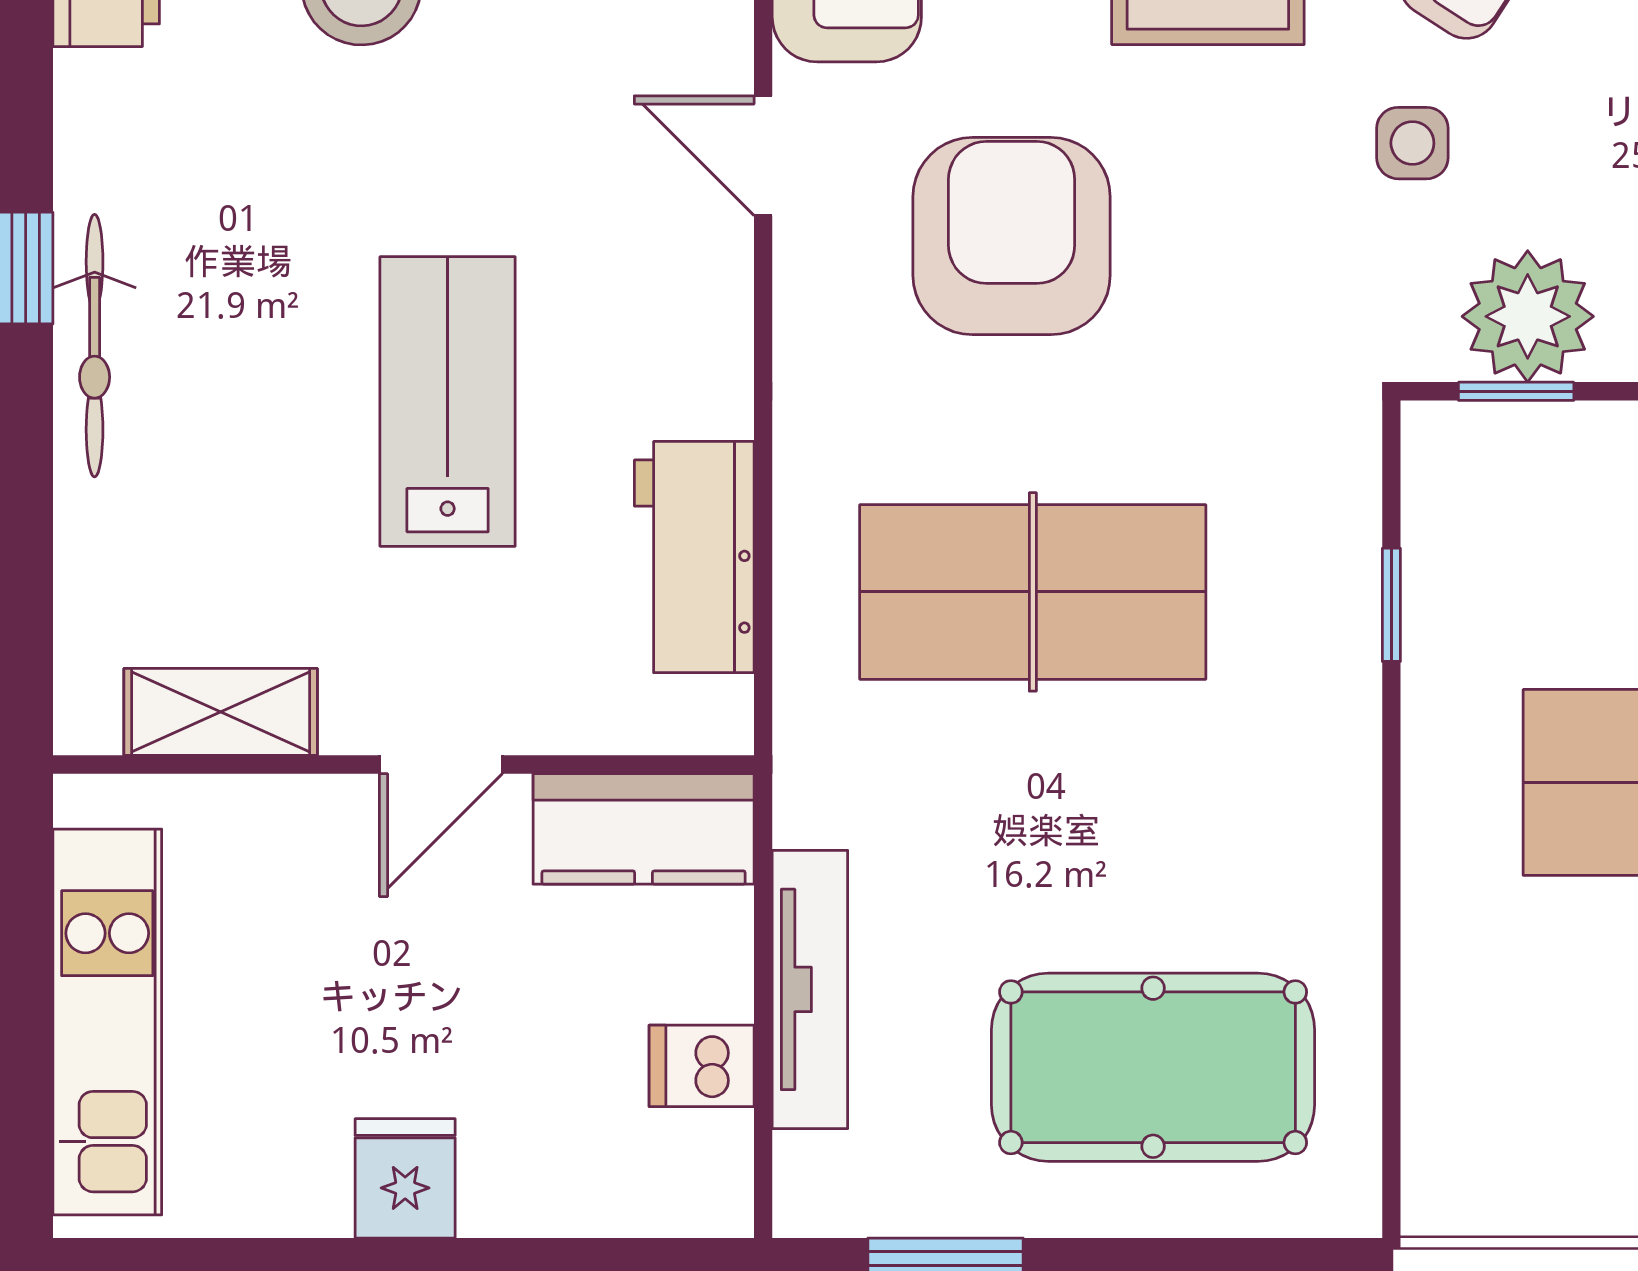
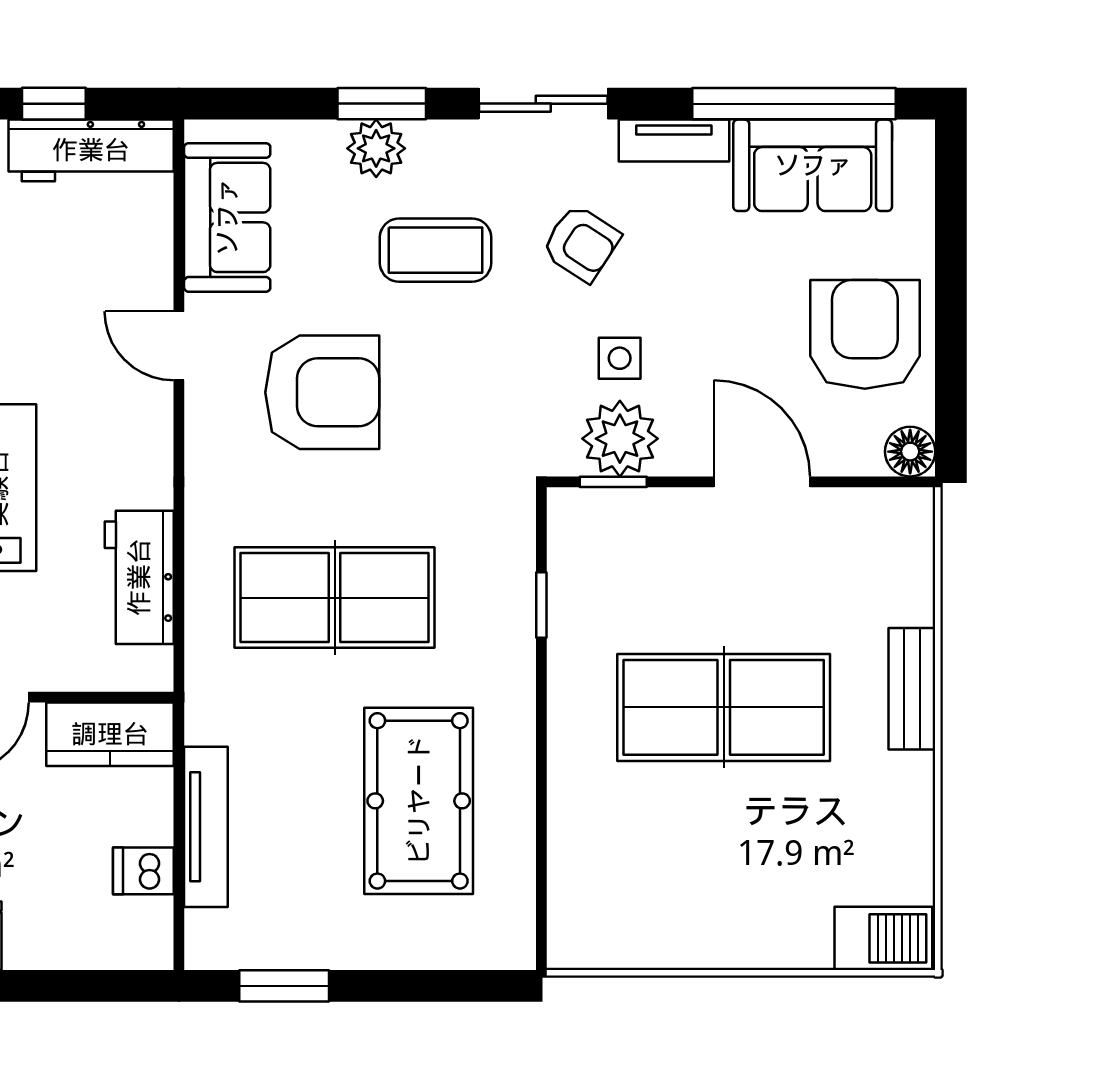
side table: (1412, 143) -> (620, 358), moved
armchair: (1012, 236) -> (322, 392), turned 90
pool table: (1153, 1067) -> (419, 801), moved, turned 90

